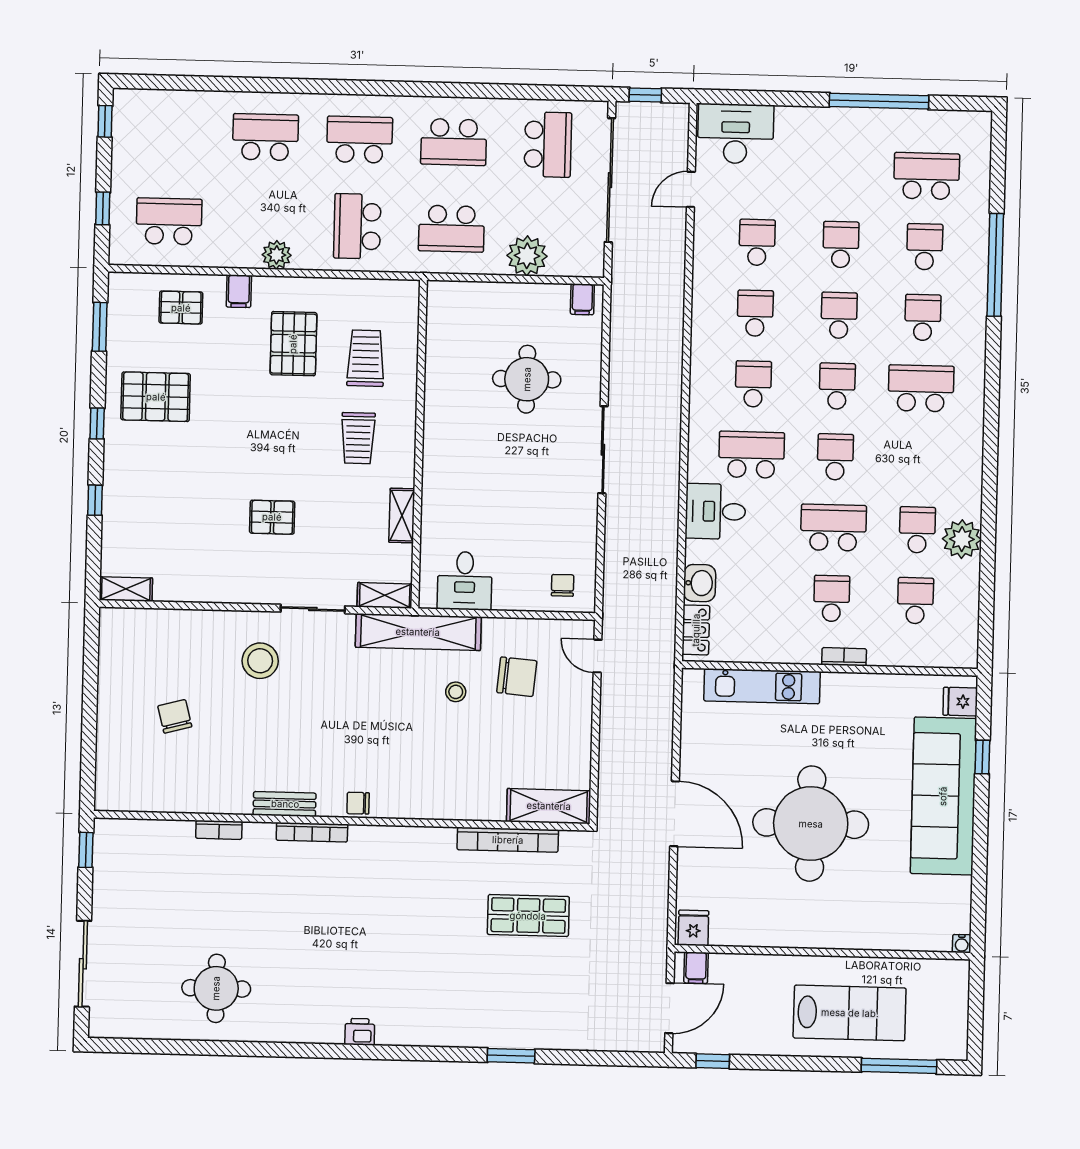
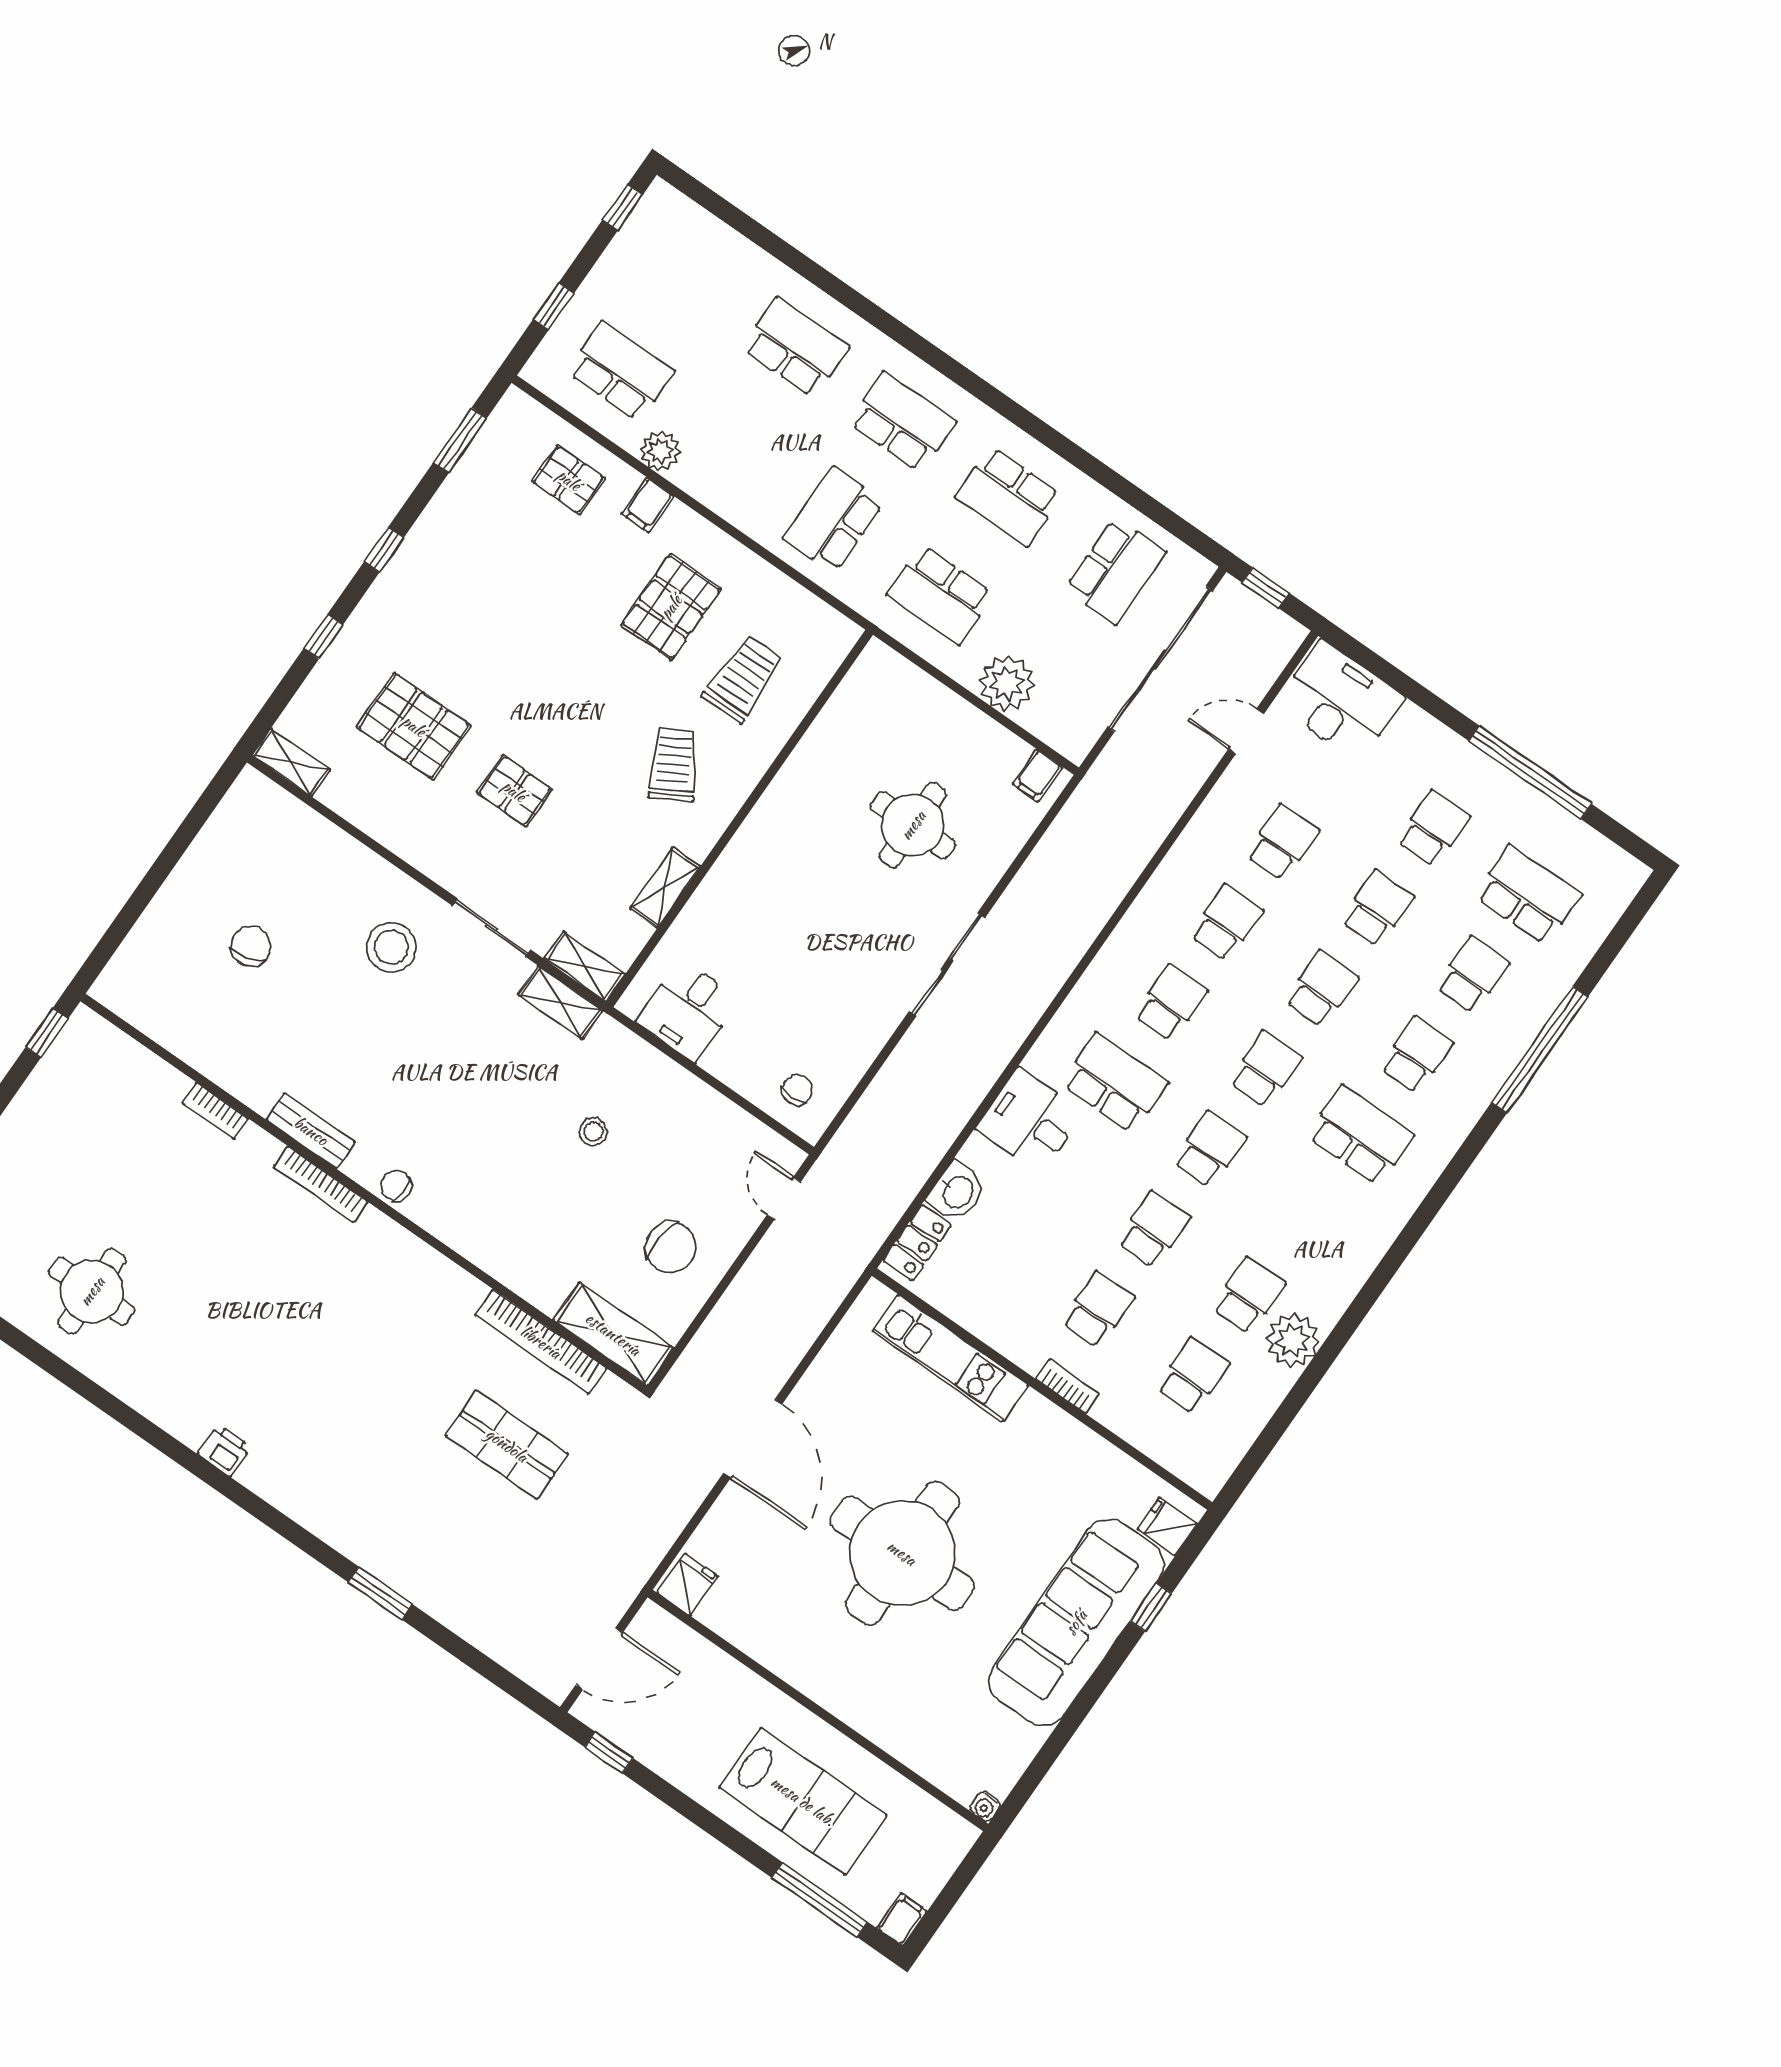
school desk: (843, 174) -> (1433, 829), added
plant: (277, 255) -> (660, 451), moved
pallet: (156, 397) -> (414, 726), moved
trolley: (358, 438) -> (674, 765), turned 150
school desk: (833, 528) -> (1153, 1229), width x0.54
shelving: (418, 632) -> (560, 1003), width x0.45, depth x0.75
chair: (517, 677) -> (671, 1247), moved
filing cabinet: (696, 968) -> (902, 1919), moved, turned 180

